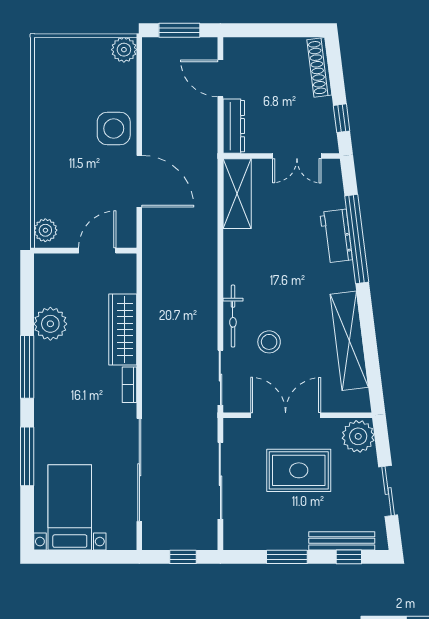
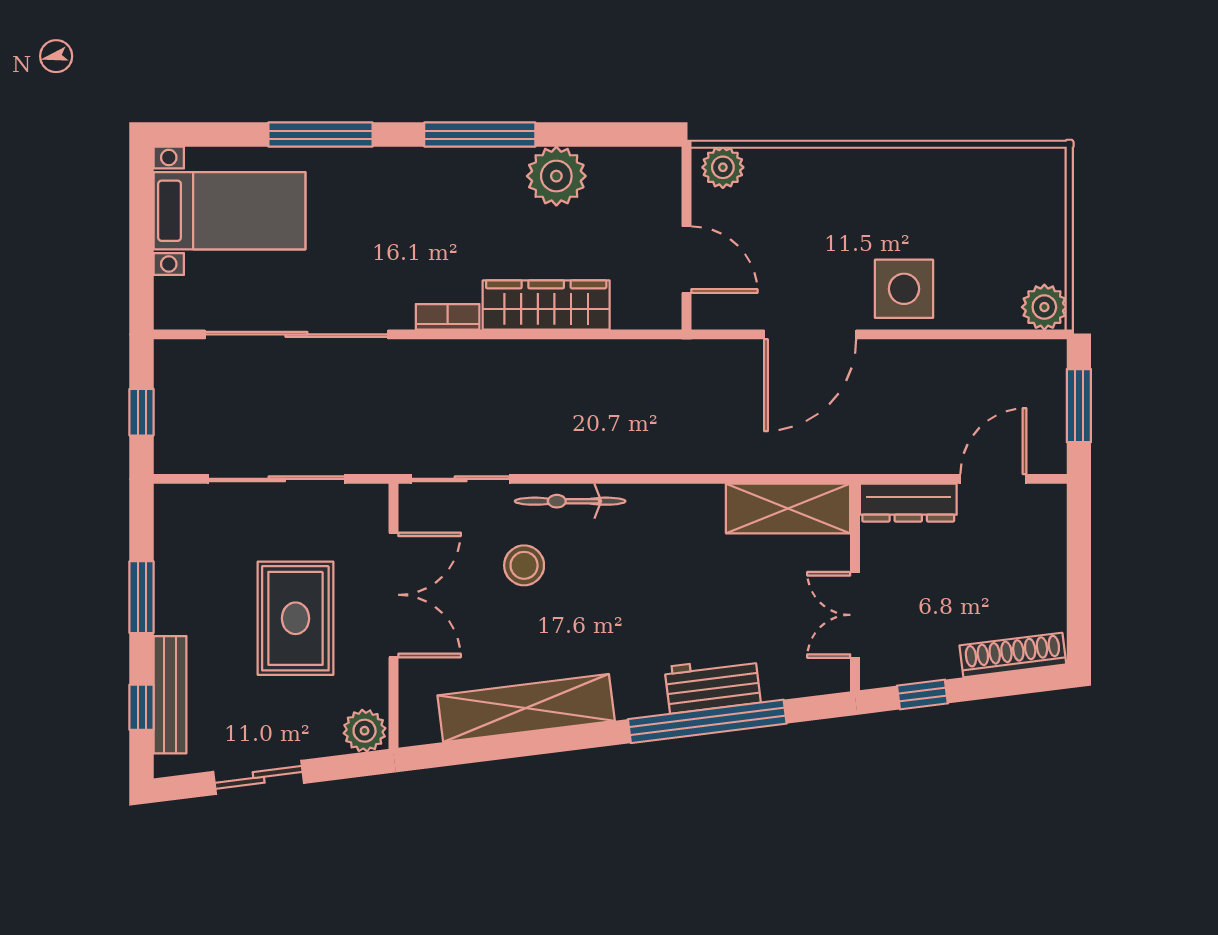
plant: (358, 436) -> (365, 731), width x0.73, depth x0.73

